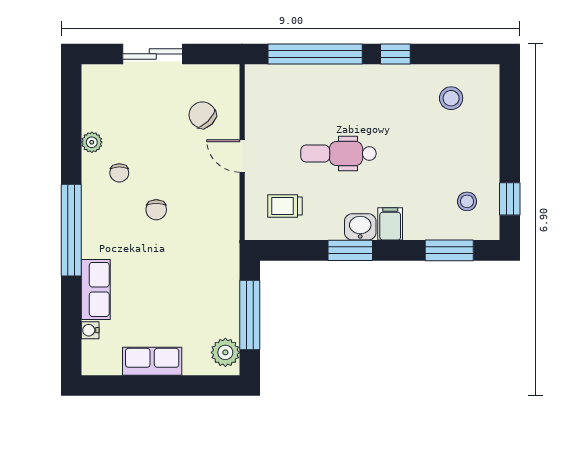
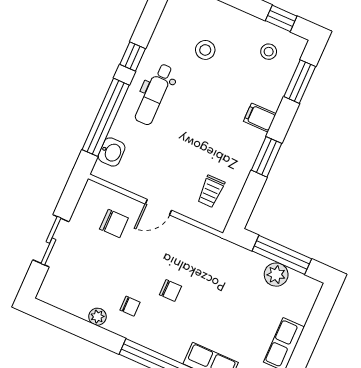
stool: (451, 98) -> (205, 50), moved
chair: (202, 115) -> (114, 223), turned -135
dental chair: (339, 154) -> (154, 94), moved
washbasin: (360, 227) -> (112, 152), moved, turned 180
plant: (225, 352) -> (276, 275), moved

